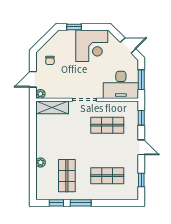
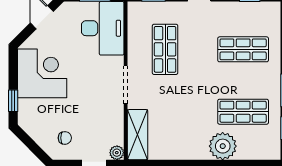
plant: (41, 163) -> (223, 146), width x1.87, depth x1.87
shop shelf: (107, 176) -> (243, 49), turned 90

